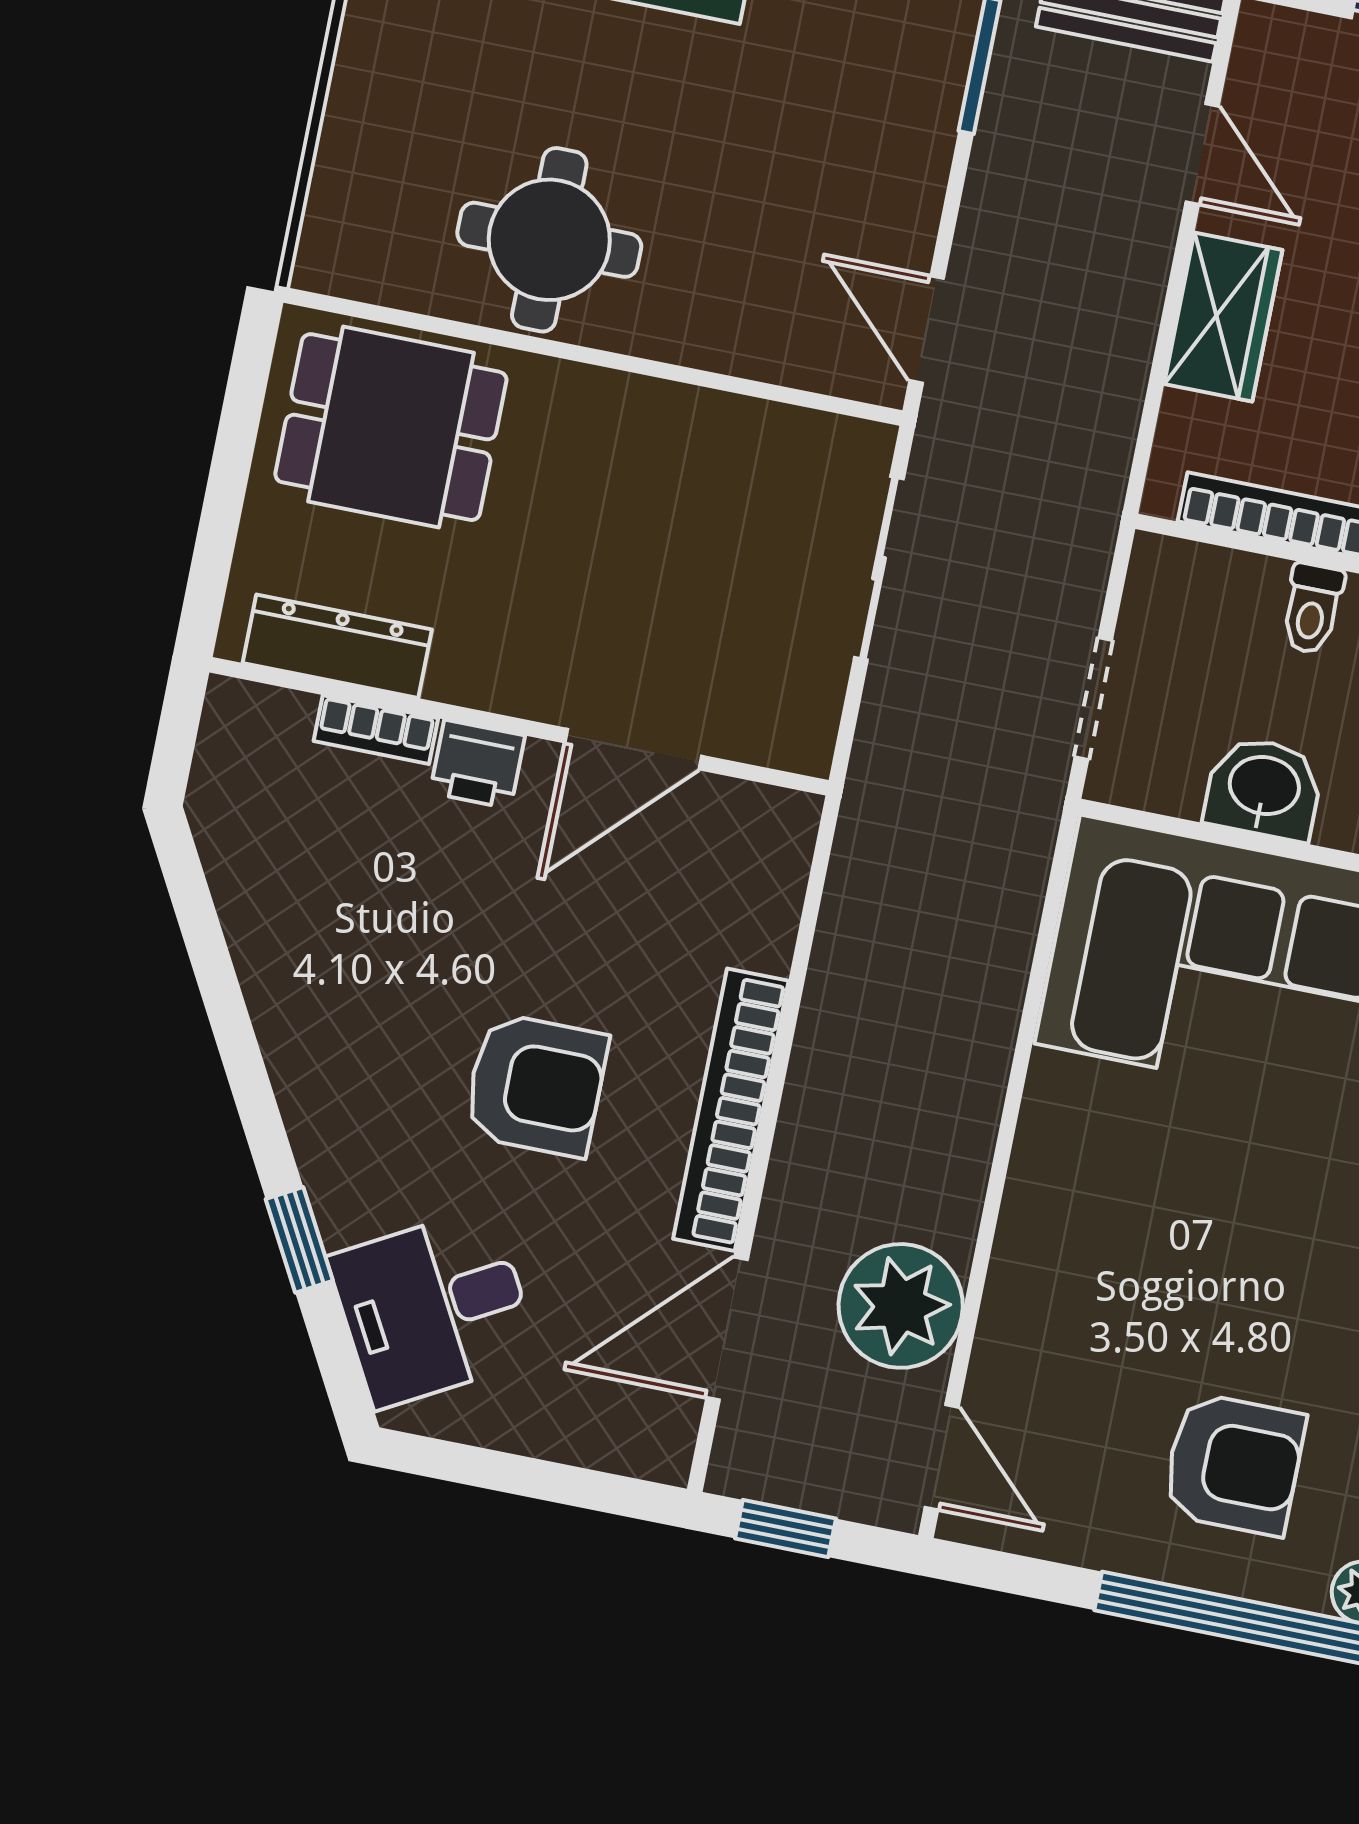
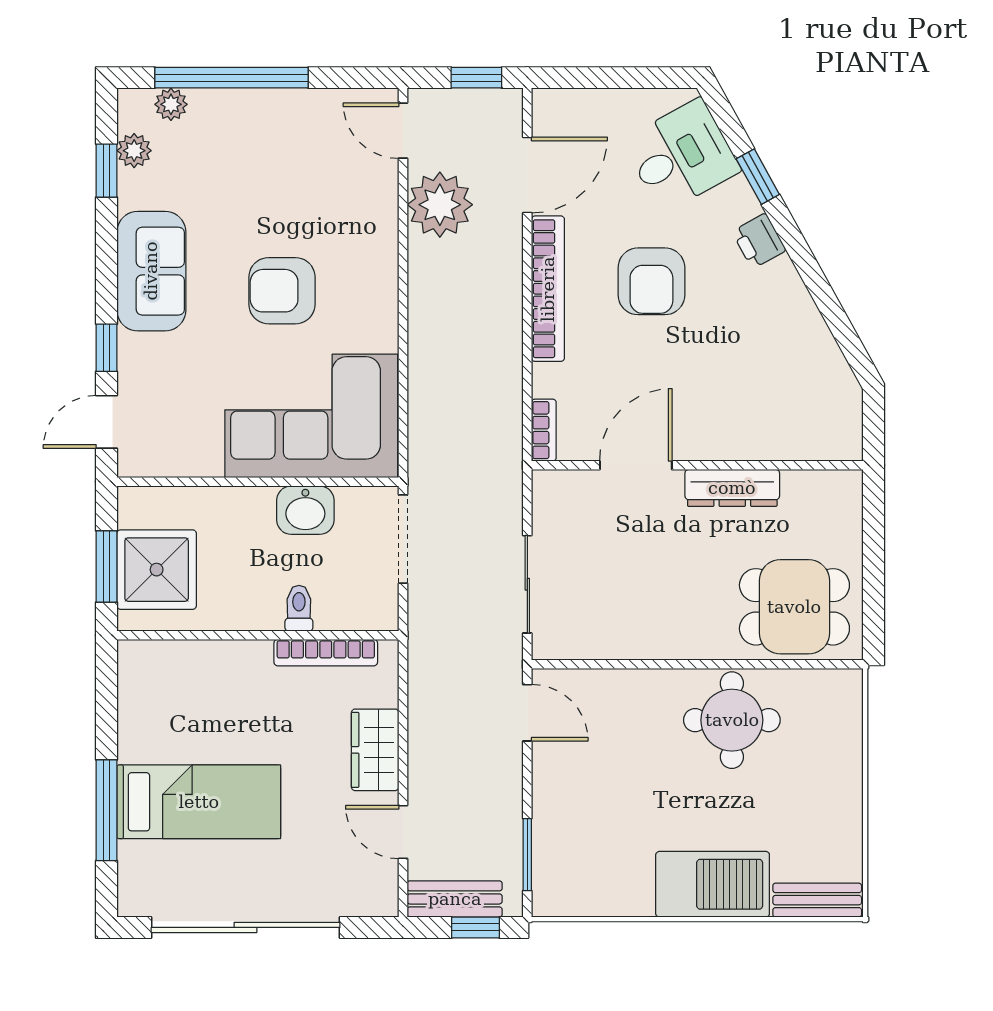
dresser: (337, 646) -> (732, 488), moved
doorway: (1093, 698) -> (403, 539), width x1.38
bookcase: (376, 730) -> (544, 430), moved, turned 90
printer: (477, 764) -> (759, 241), moved, turned -119
armchair: (536, 1085) -> (651, 281), turned -90
armchair: (1234, 1464) -> (282, 291), moved

